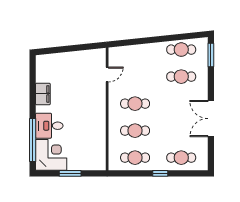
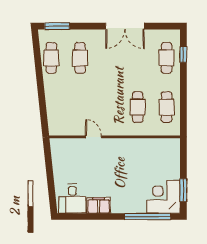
door: (107, 74) -> (93, 137), moved
cafe table: (135, 104) -> (109, 107), removed
desk: (49, 126) -> (72, 199), moved
window: (70, 173) -> (183, 190), moved
window: (160, 173) -> (183, 55), moved

